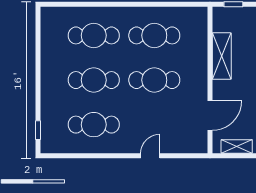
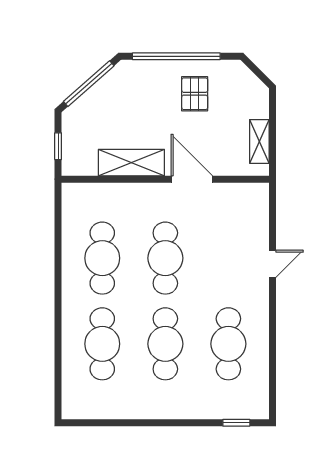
door: (210, 116) -> (192, 179), moved
door: (150, 156) -> (273, 264), swing flipped

